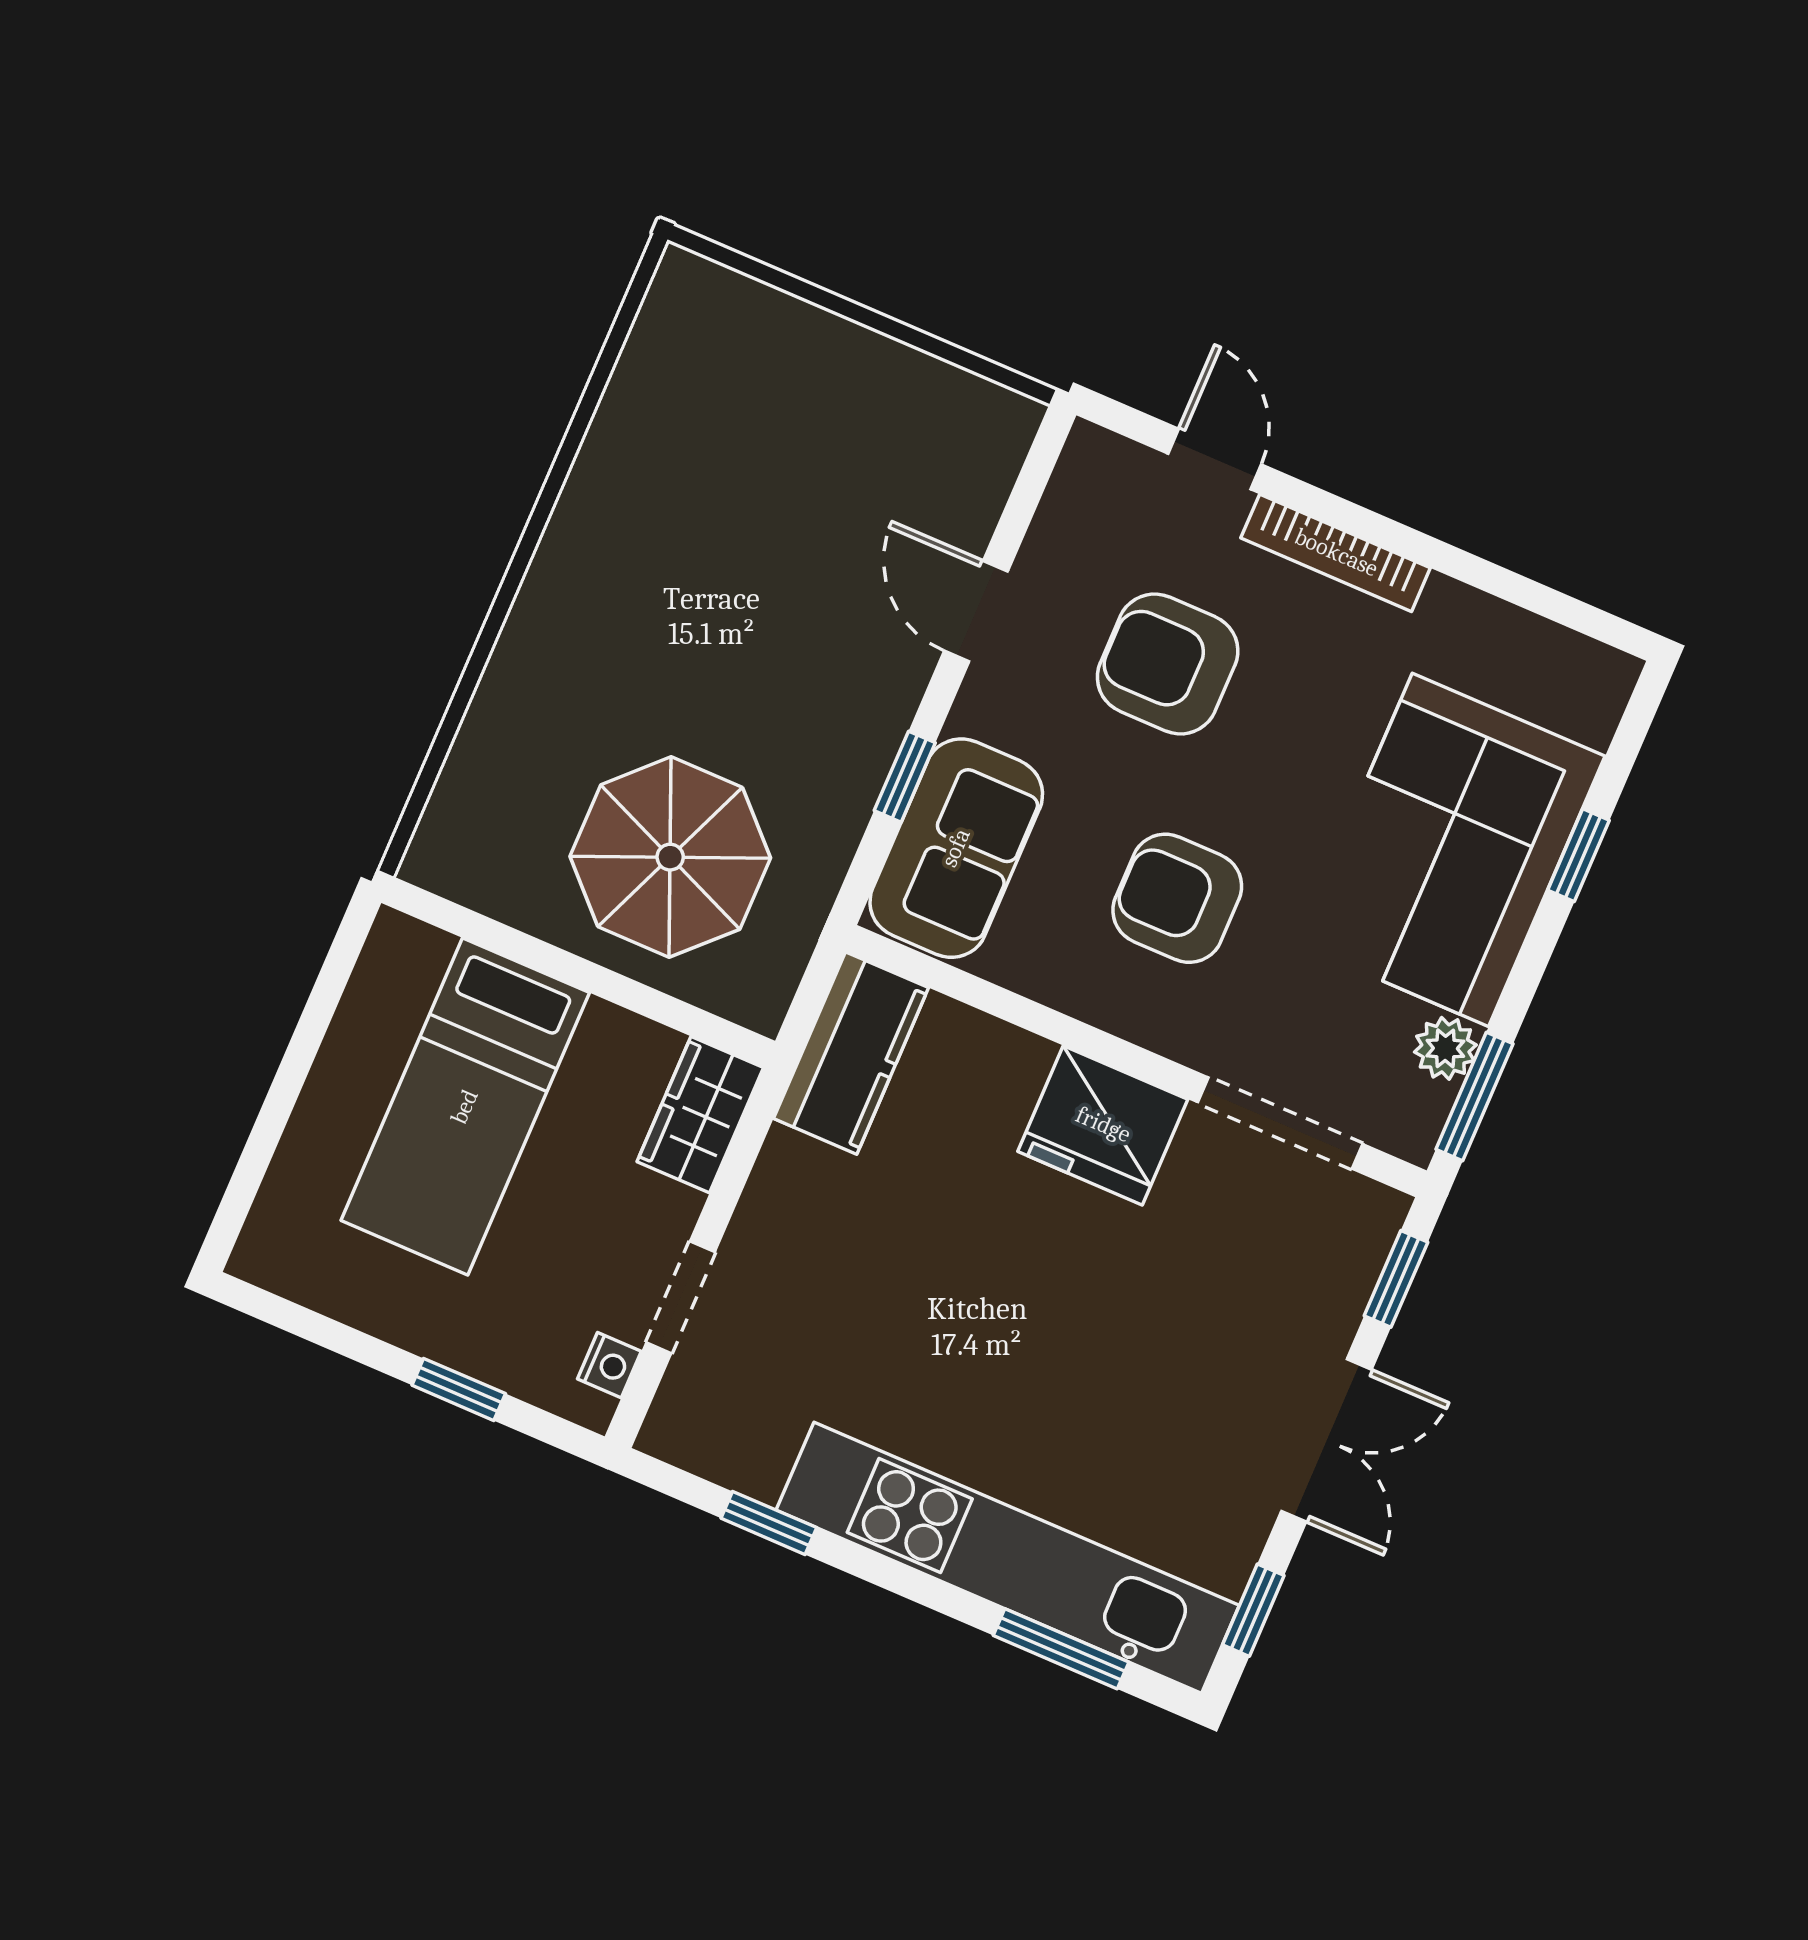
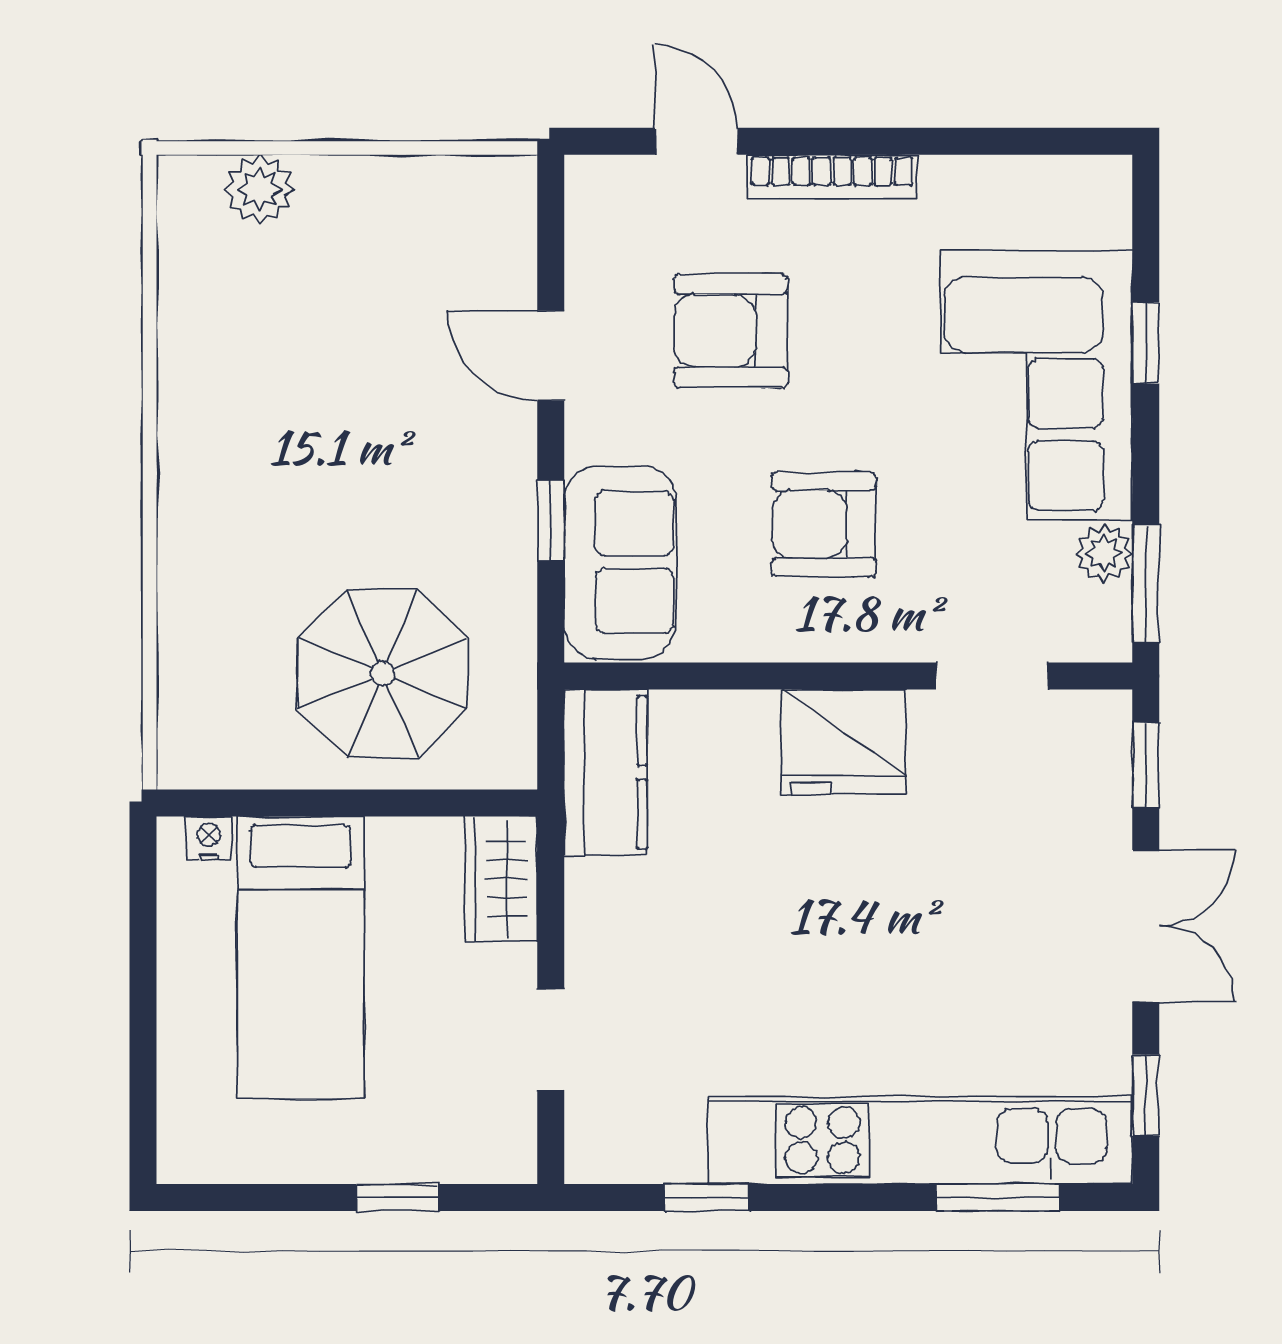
plant: (756, 318) -> (260, 189), added
doorway: (1280, 1123) -> (992, 676), width x0.73
nightstand: (609, 1365) -> (209, 838), moved, turned -90

